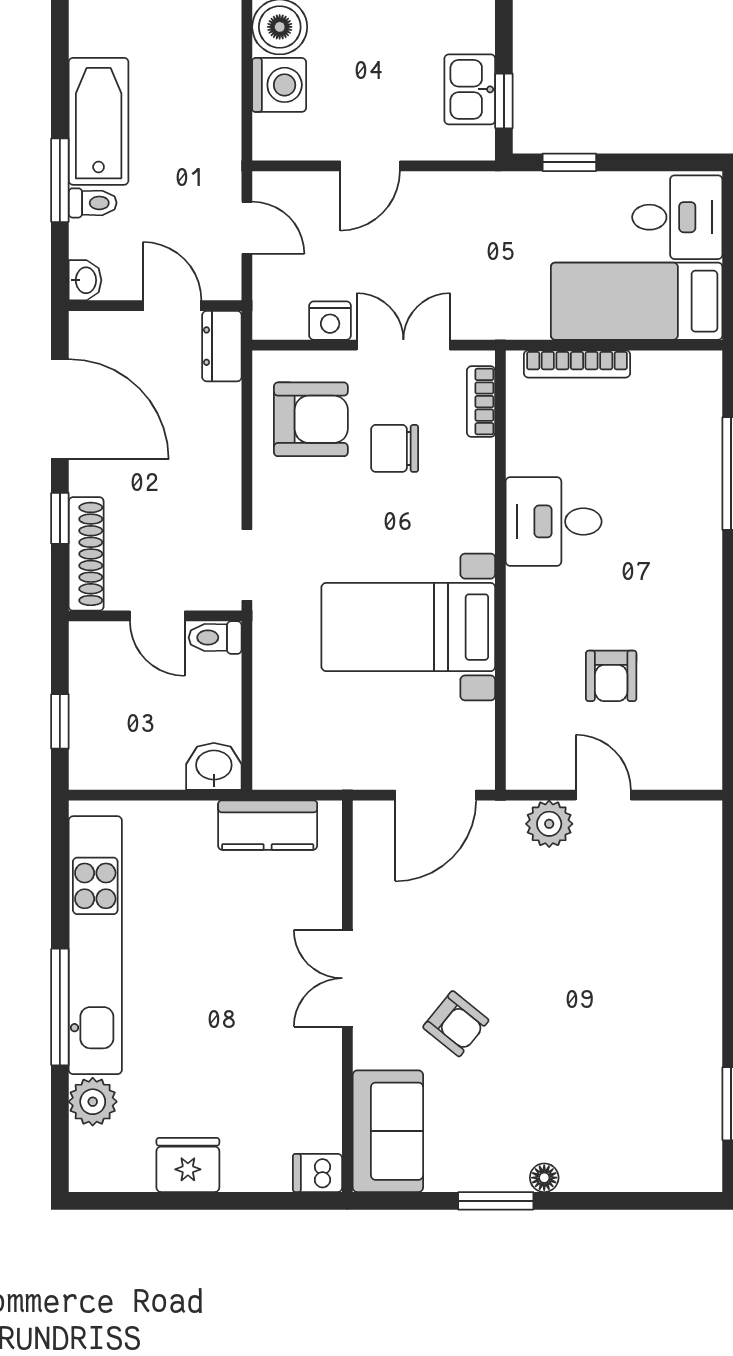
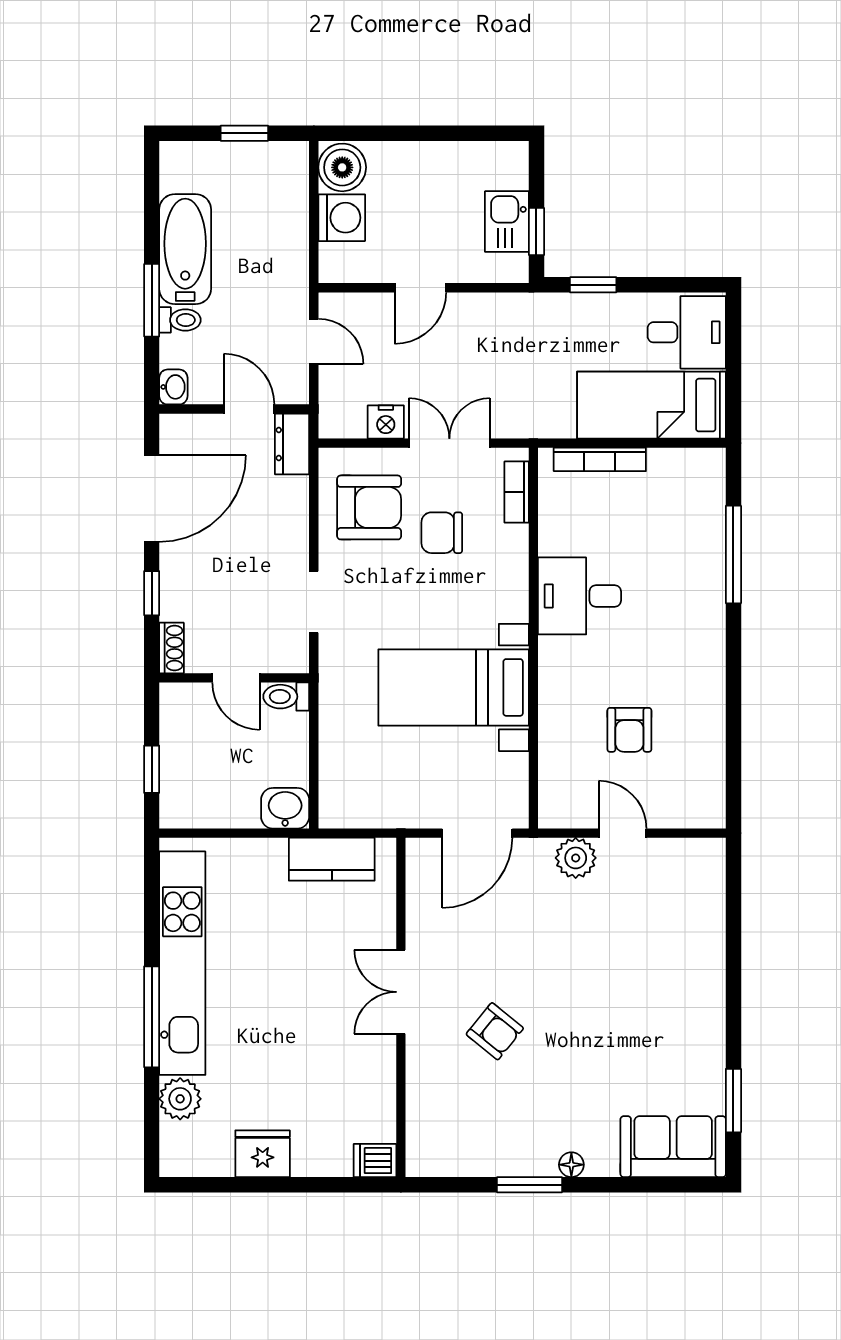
door: (60, 409) -> (152, 499), hinge flipped
shoe rack: (86, 554) -> (172, 648), width x0.51, depth x0.81
doorway: (247, 565) -> (314, 602), moved
sofa: (388, 1131) -> (673, 1147), moved, turned -90

